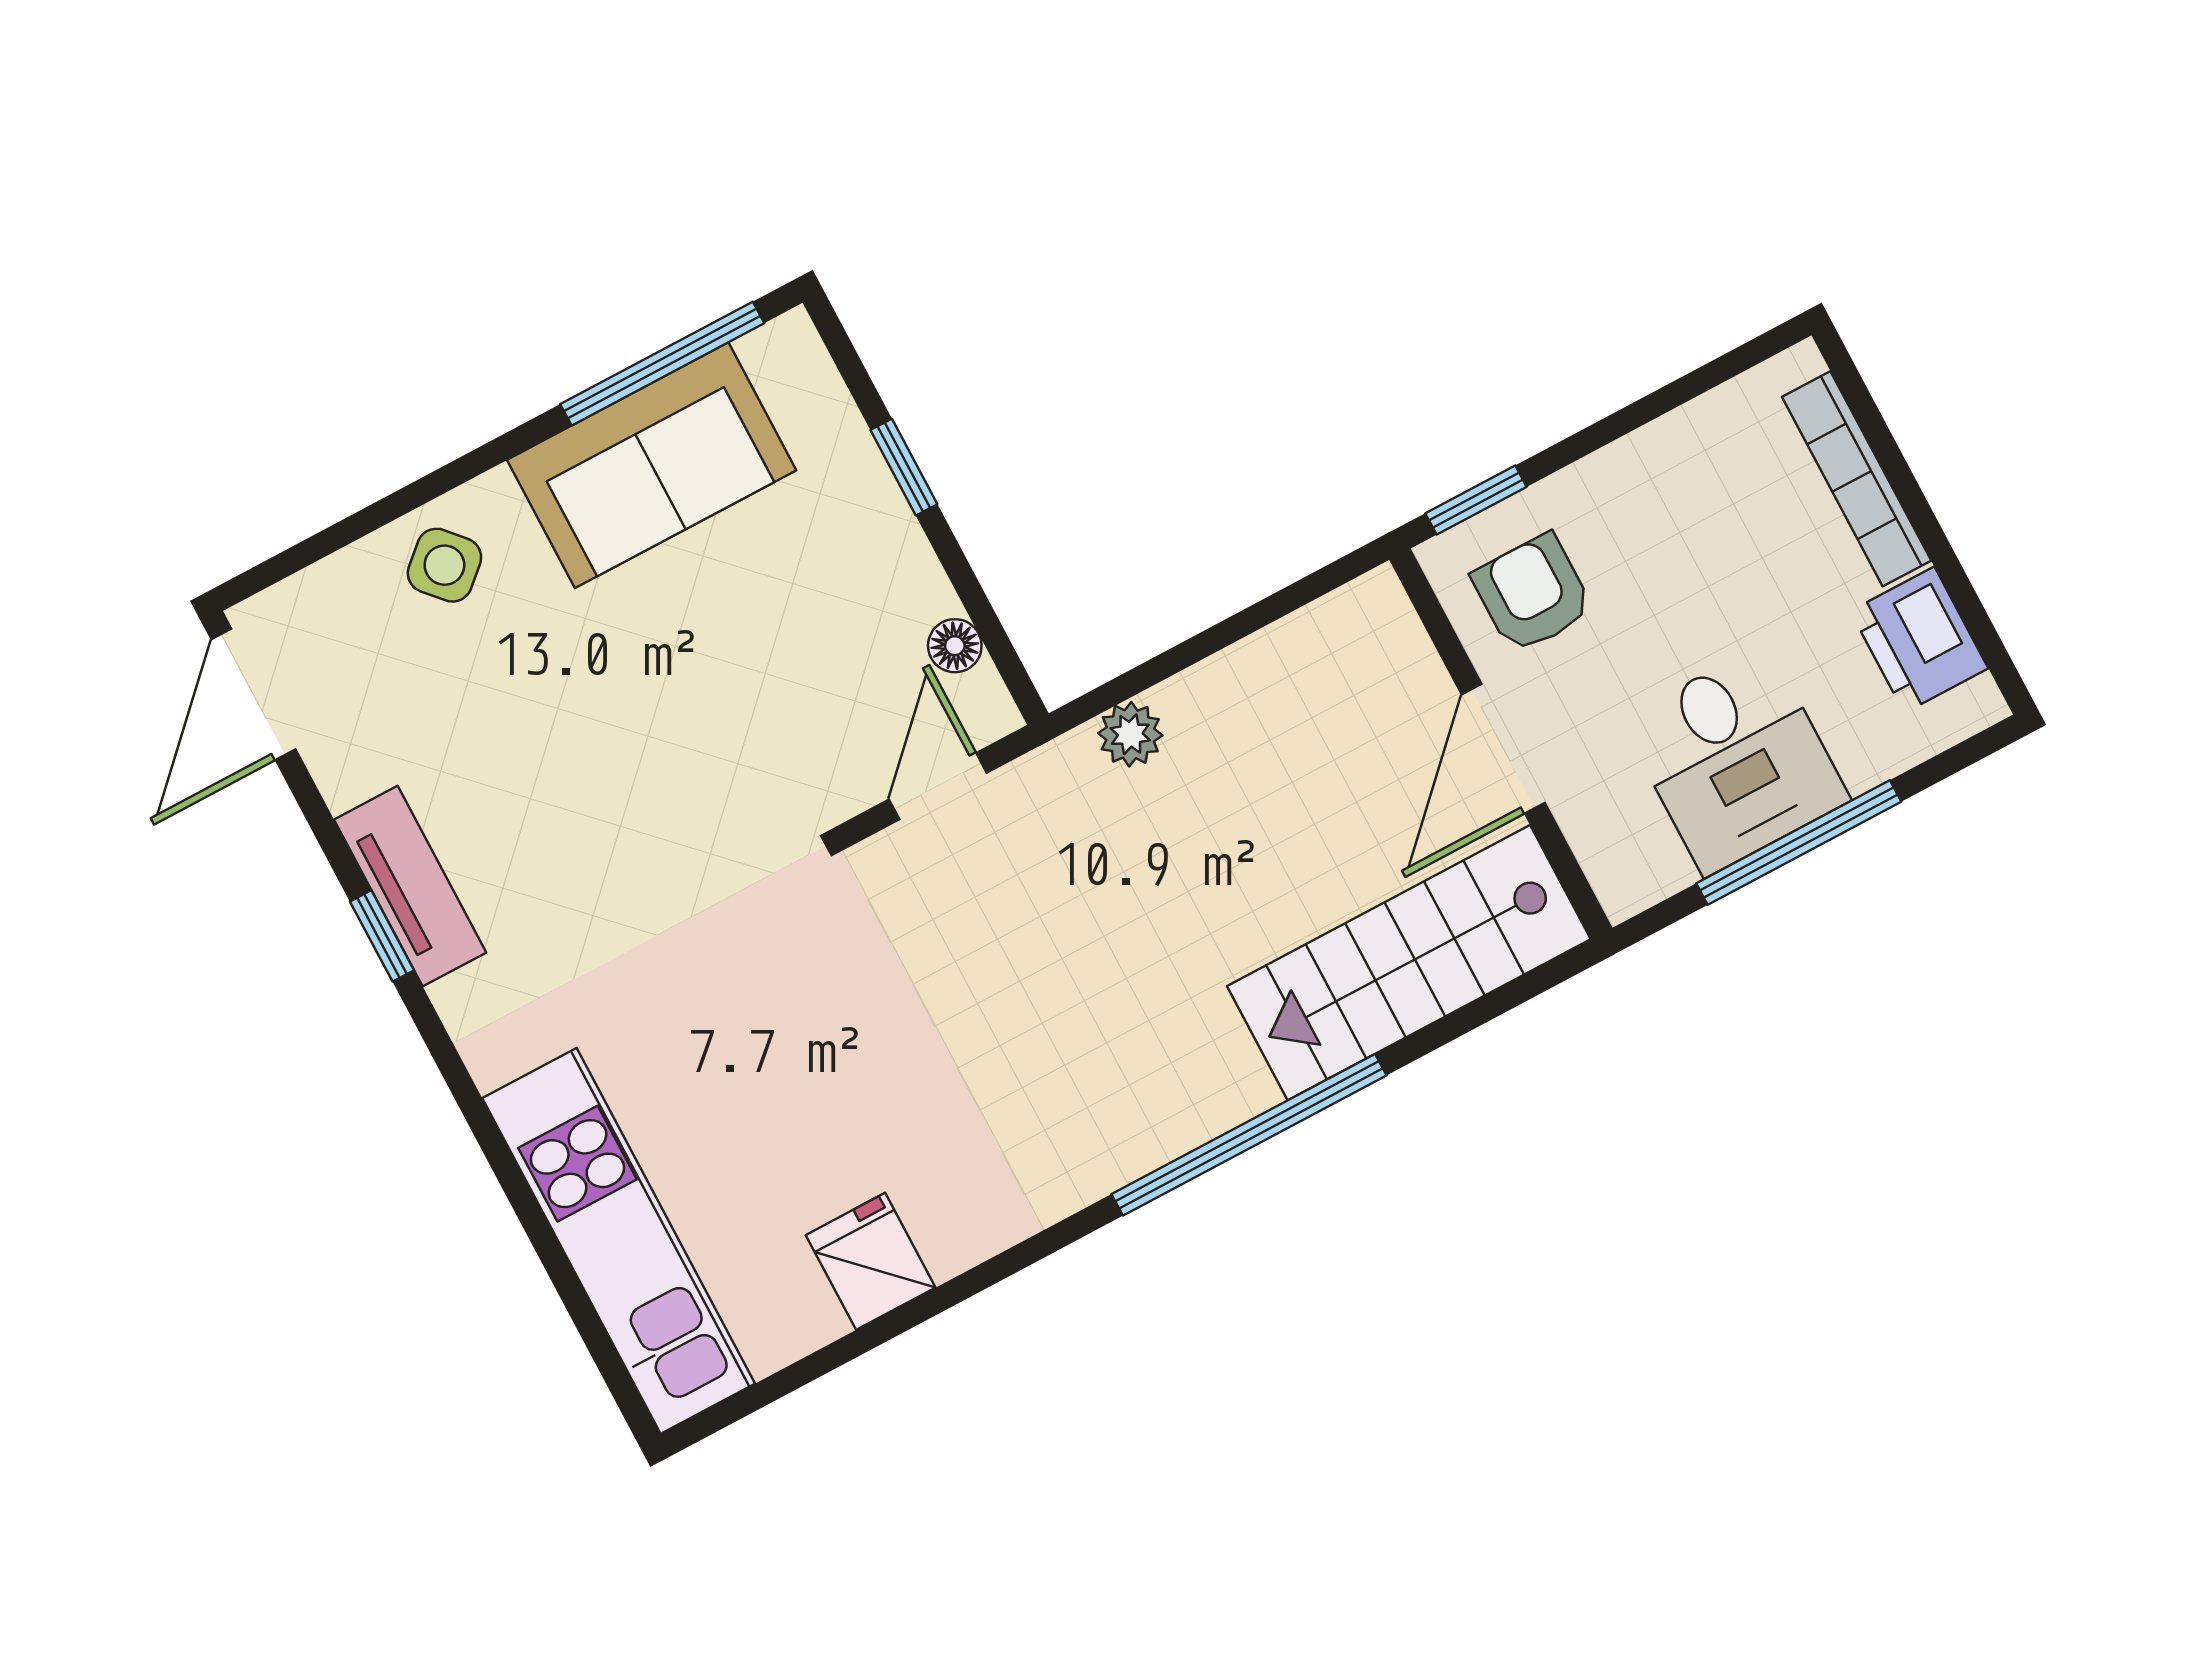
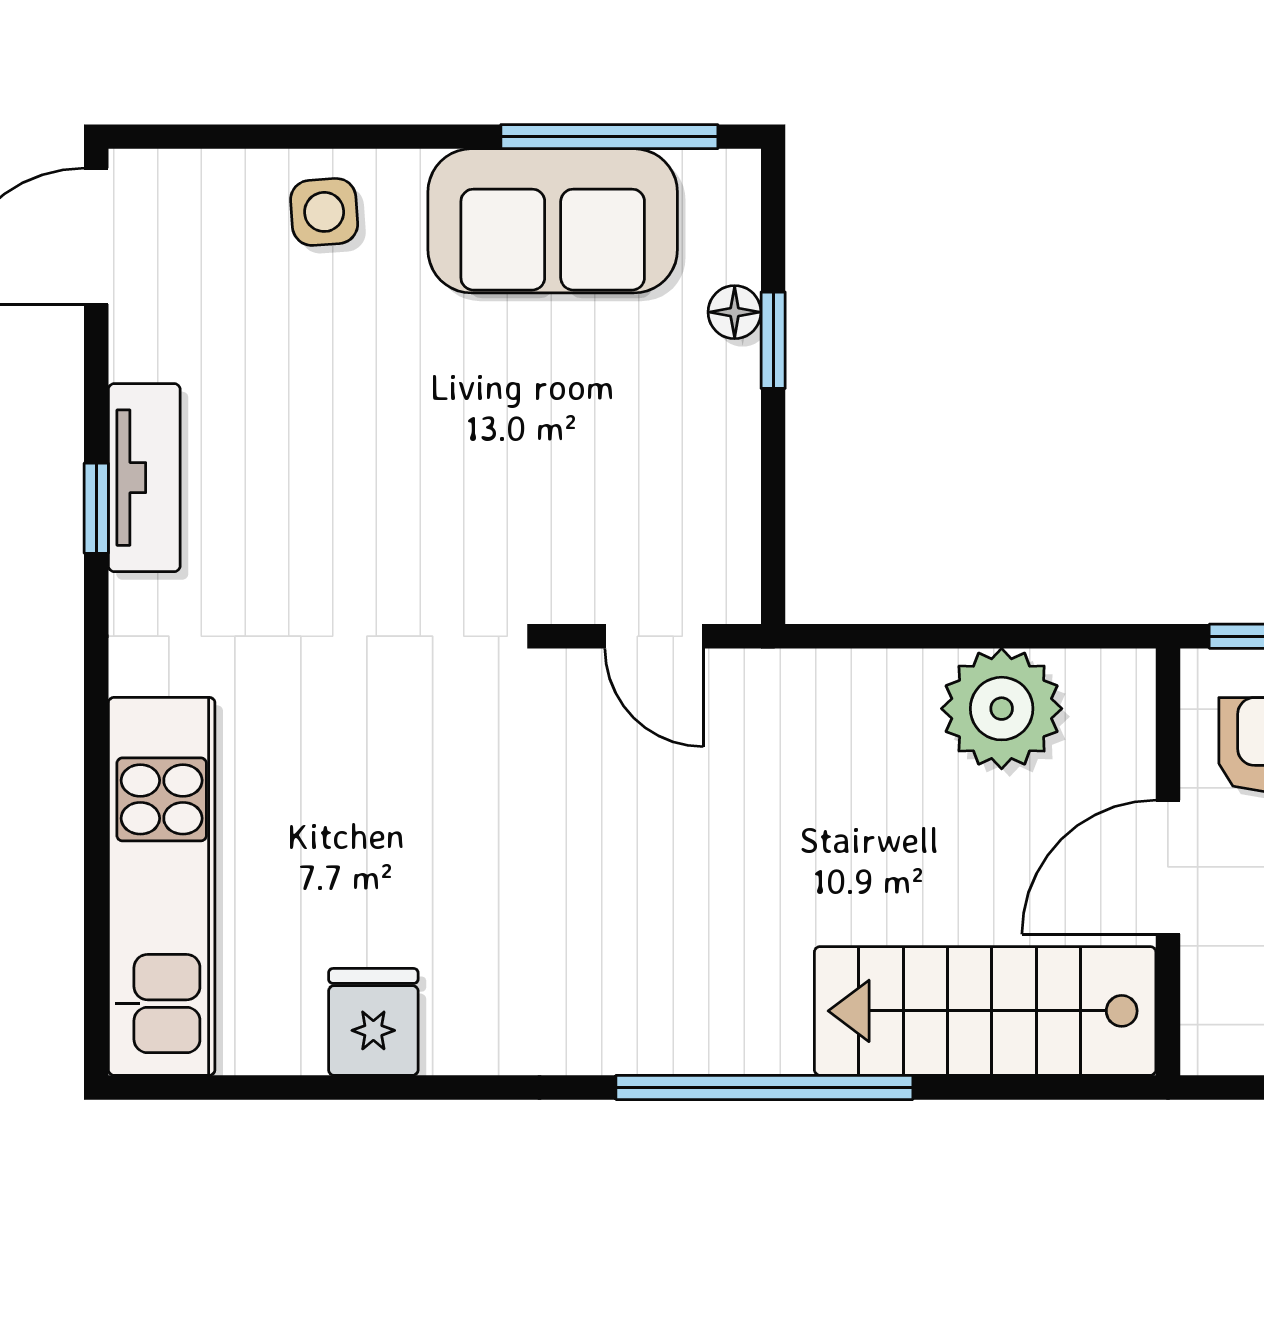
side table: (444, 565) -> (324, 212), turned 38
floor lamp: (955, 646) -> (735, 312), moved
plant: (1130, 734) -> (1002, 709), moved, width x1.88, depth x1.88
door: (938, 786) -> (654, 636), swing flipped

